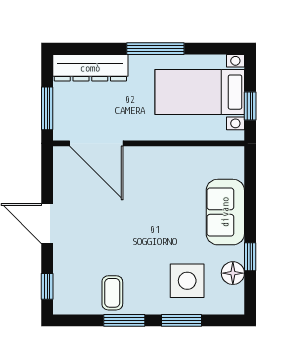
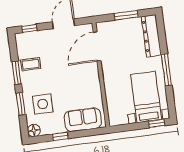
window: (250, 106) -> (157, 123), moved
door: (96, 143) -> (97, 46), moved
wall: (149, 143) -> (101, 75), moved
floor lamp: (233, 273) -> (34, 130), moved

